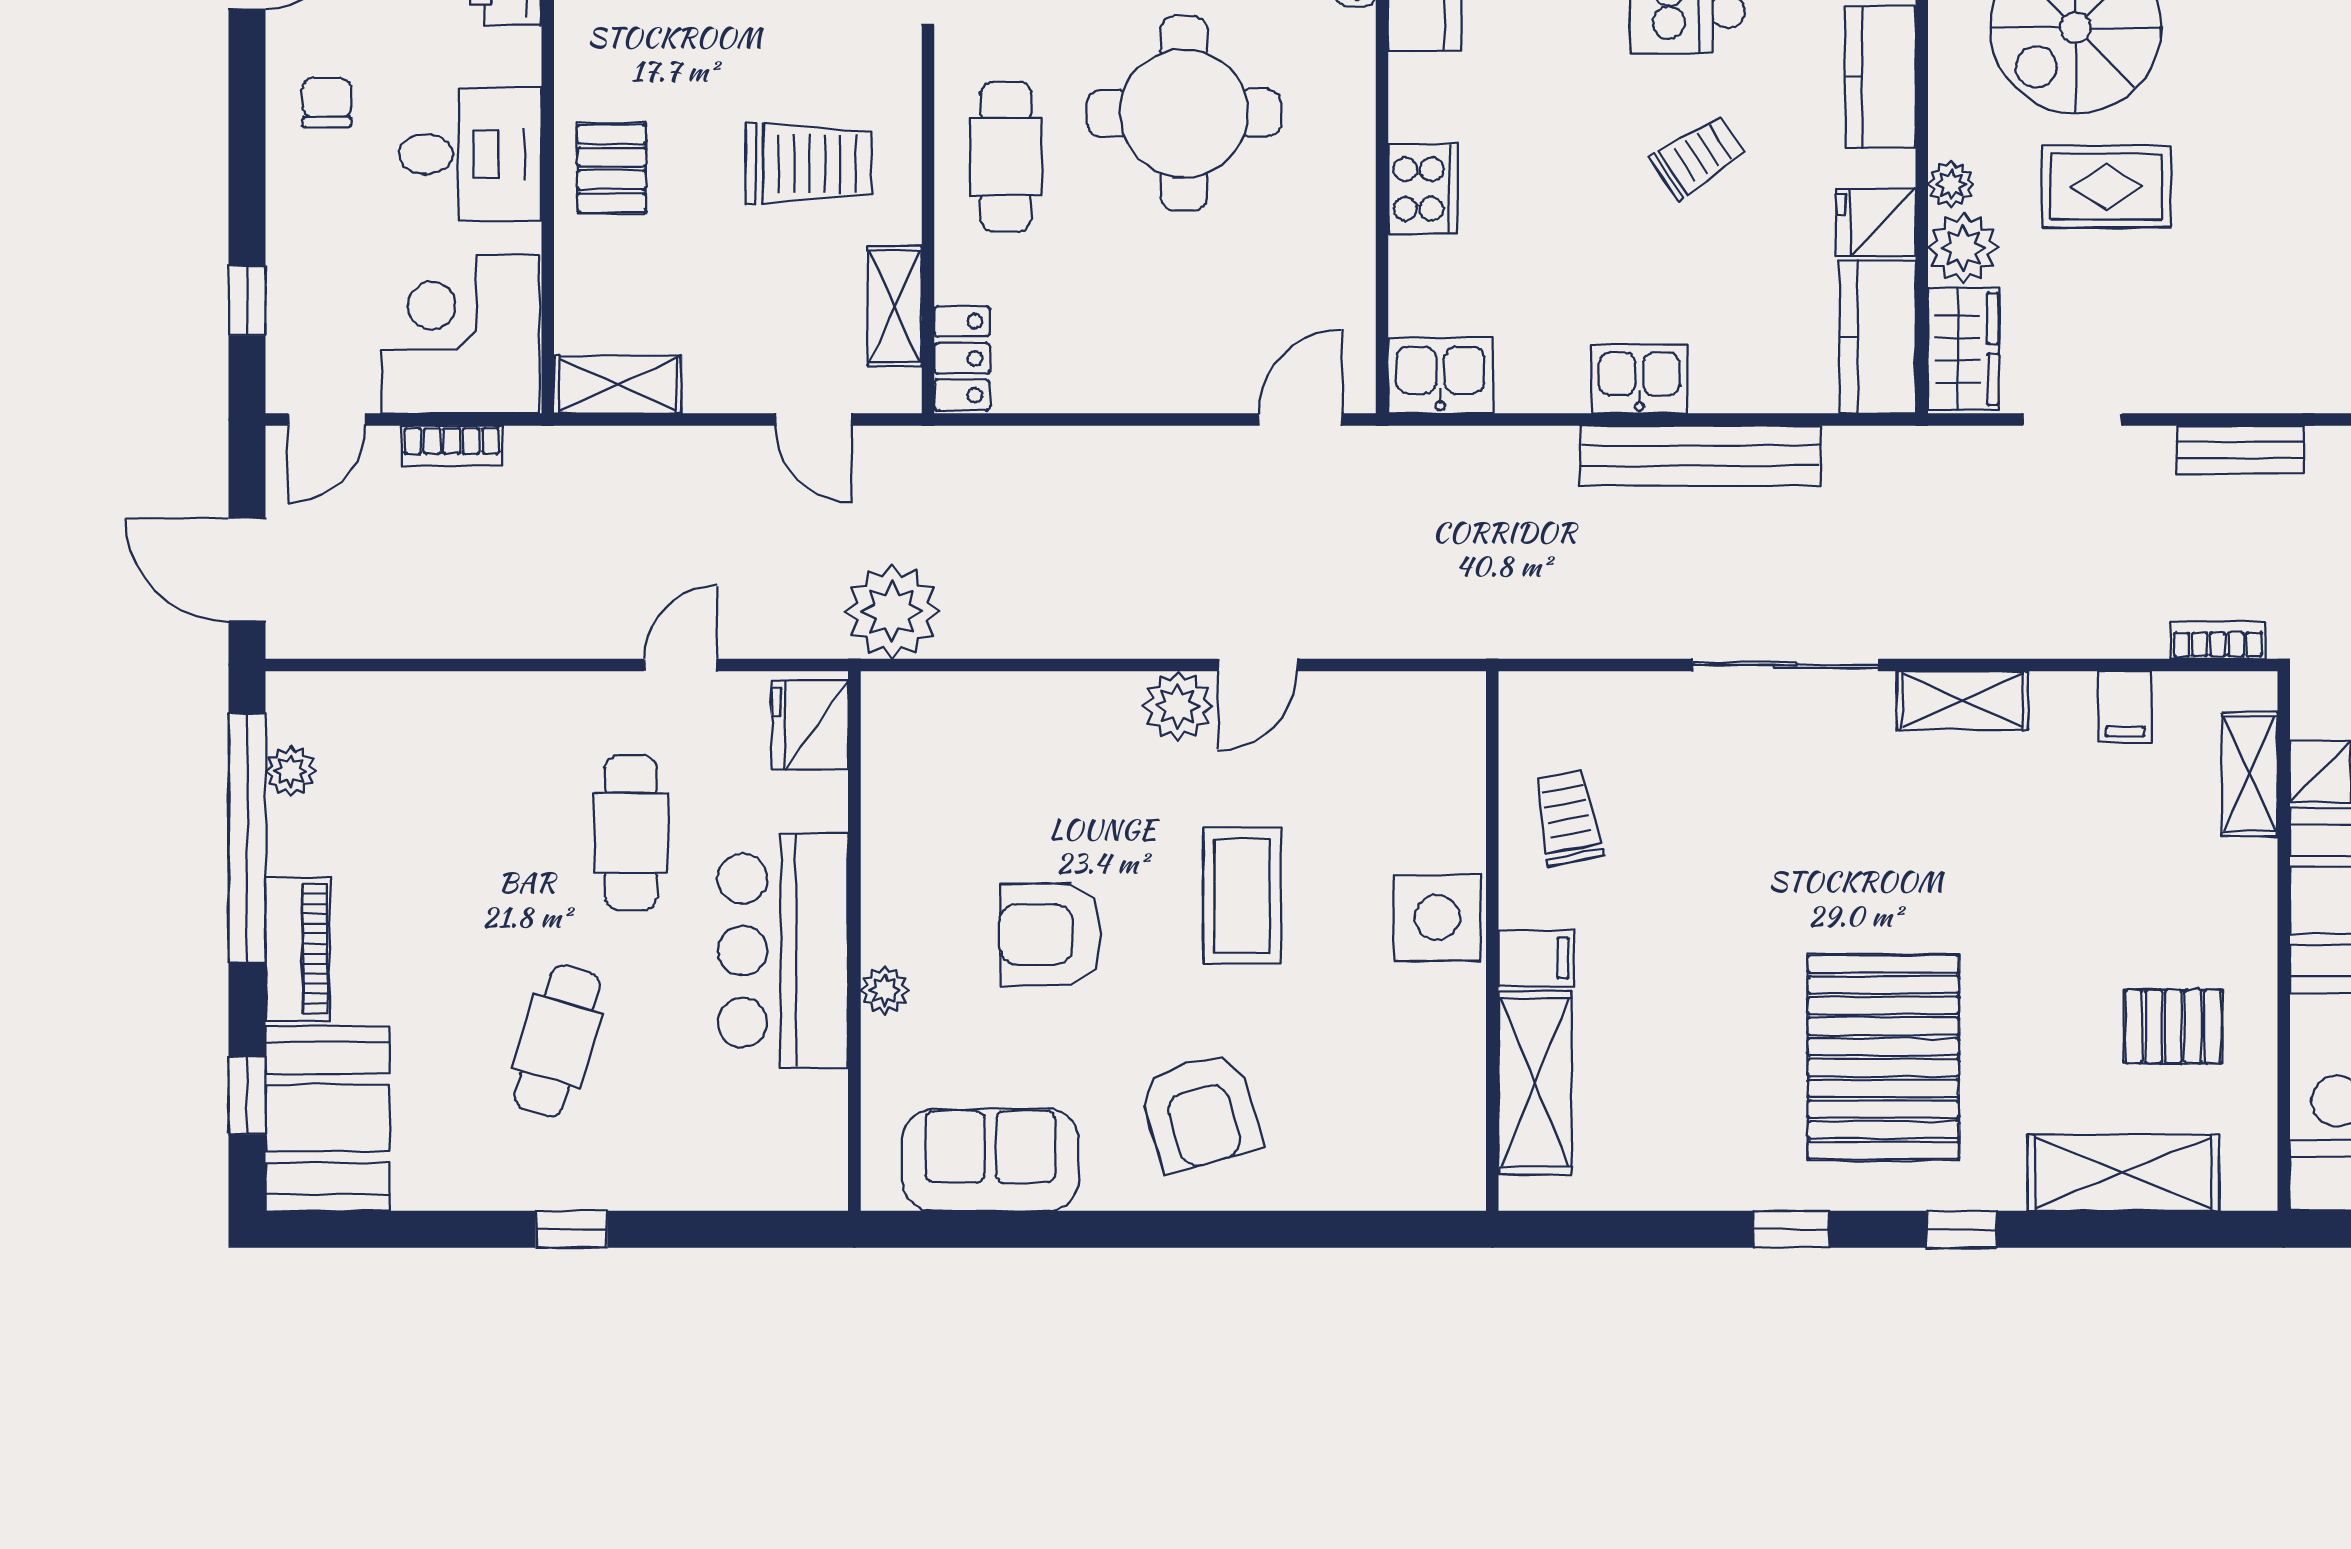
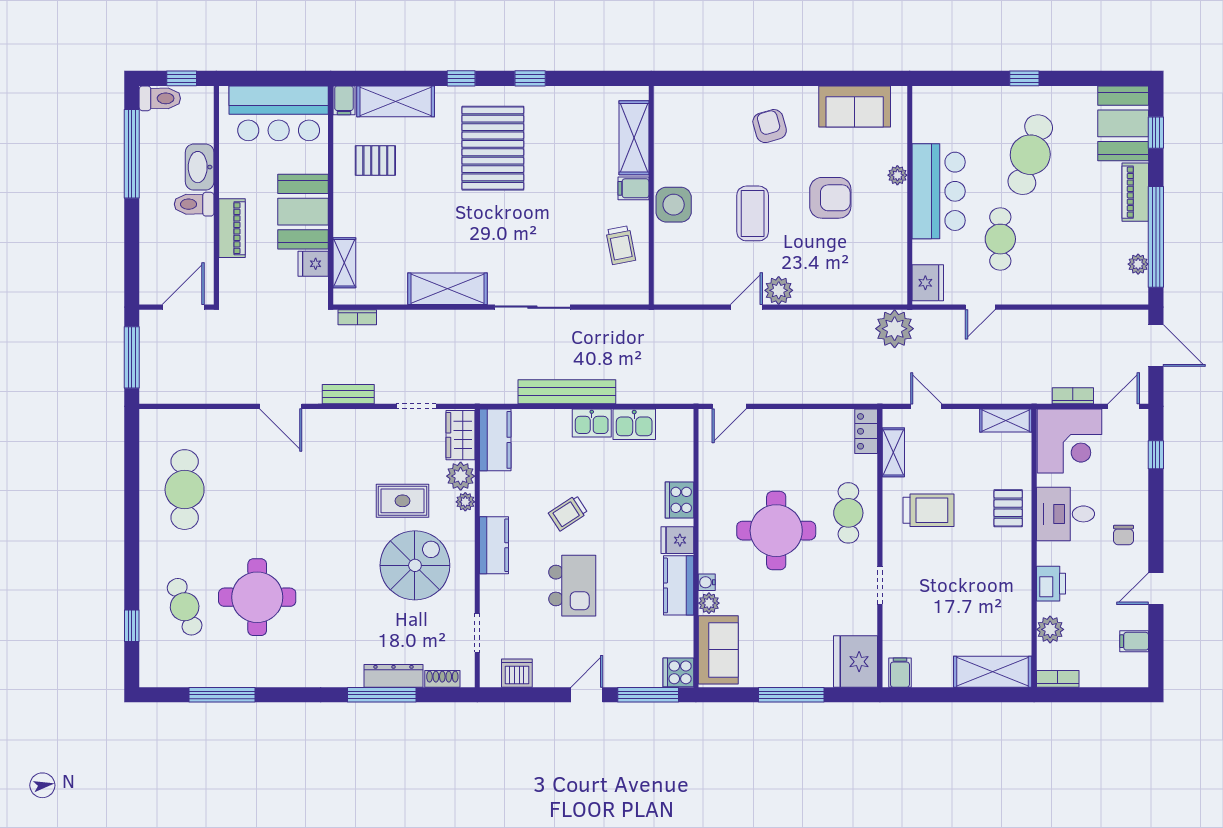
trolley: (808, 163) -> (928, 510), turned 180
fridge: (1876, 222) -> (677, 540), moved, turned 180
kitchen sink: (1440, 376) -> (634, 424), moved
shelving: (1962, 700) -> (448, 289), width x1.50, depth x1.33
filing cabinet: (2125, 707) -> (344, 100), moved, turned 180
cafe table: (557, 1041) -> (1030, 155), width x1.37, depth x1.35
armchair: (1200, 1112) -> (770, 126), width x0.72, depth x0.72

